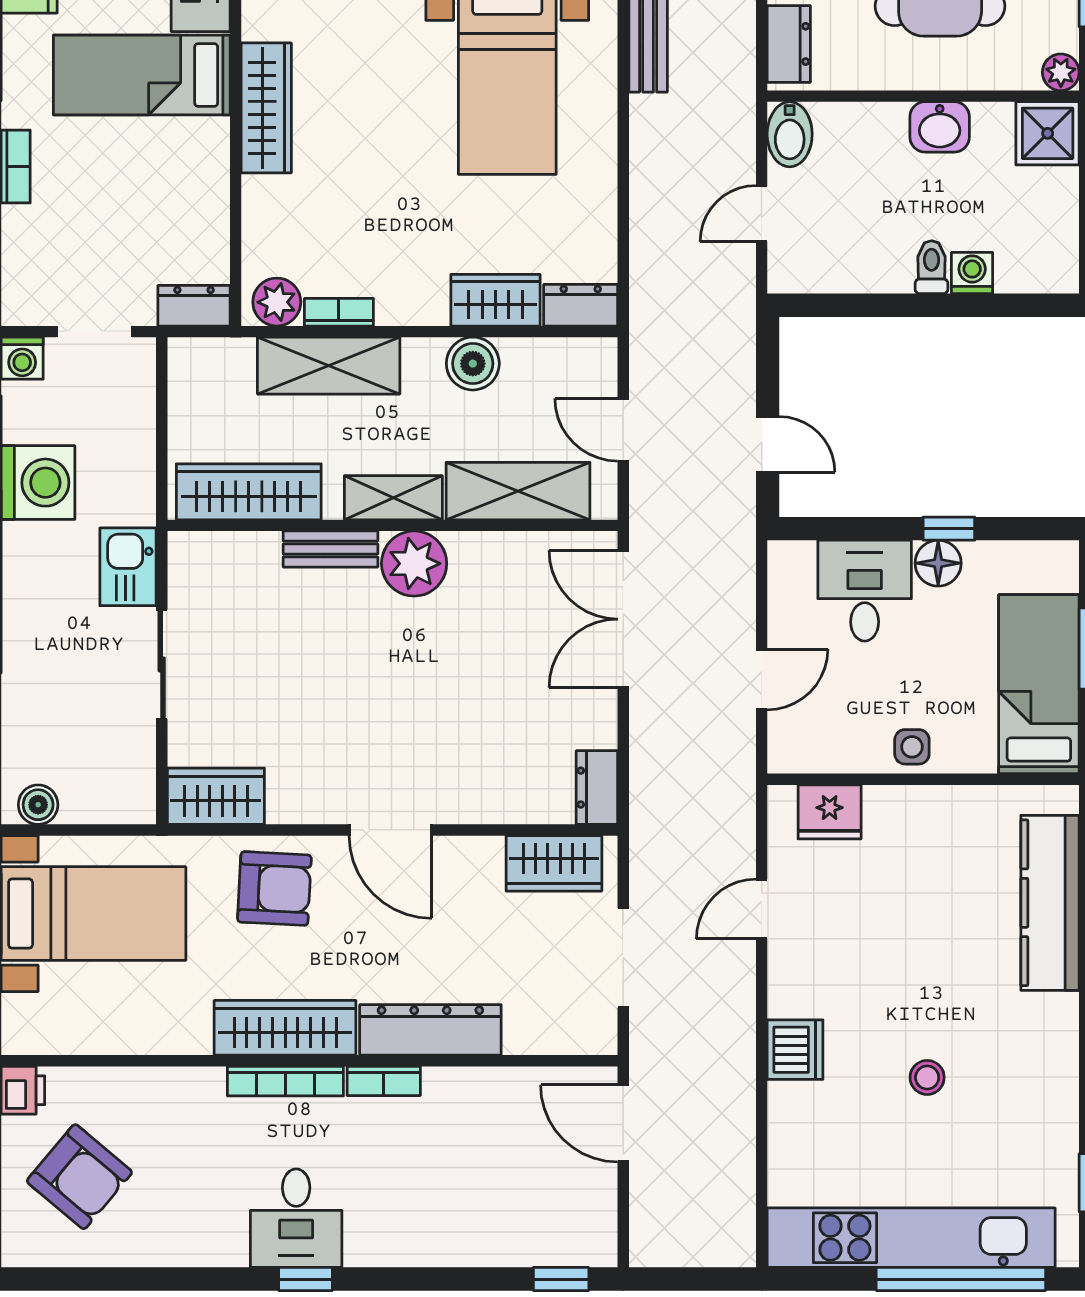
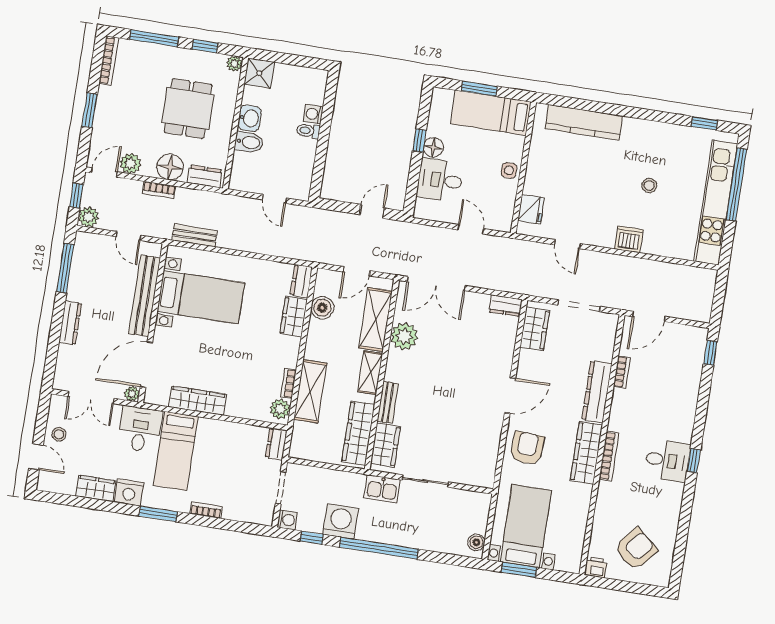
bidet: (790, 134) -> (249, 142), moved
boiler: (473, 364) -> (322, 308), moved
plant: (414, 564) -> (404, 336), moved
wardrobe: (216, 796) -> (385, 445), moved, turned 180
bookcase: (384, 1081) -> (622, 372), moved

